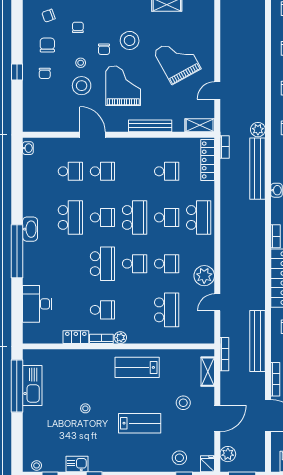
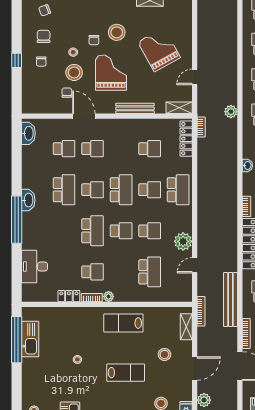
chair: (78, 27) -> (67, 93), moved
washbasin: (28, 148) -> (28, 133), width x1.91, depth x1.45
bench: (258, 169) -> (230, 146), removed

